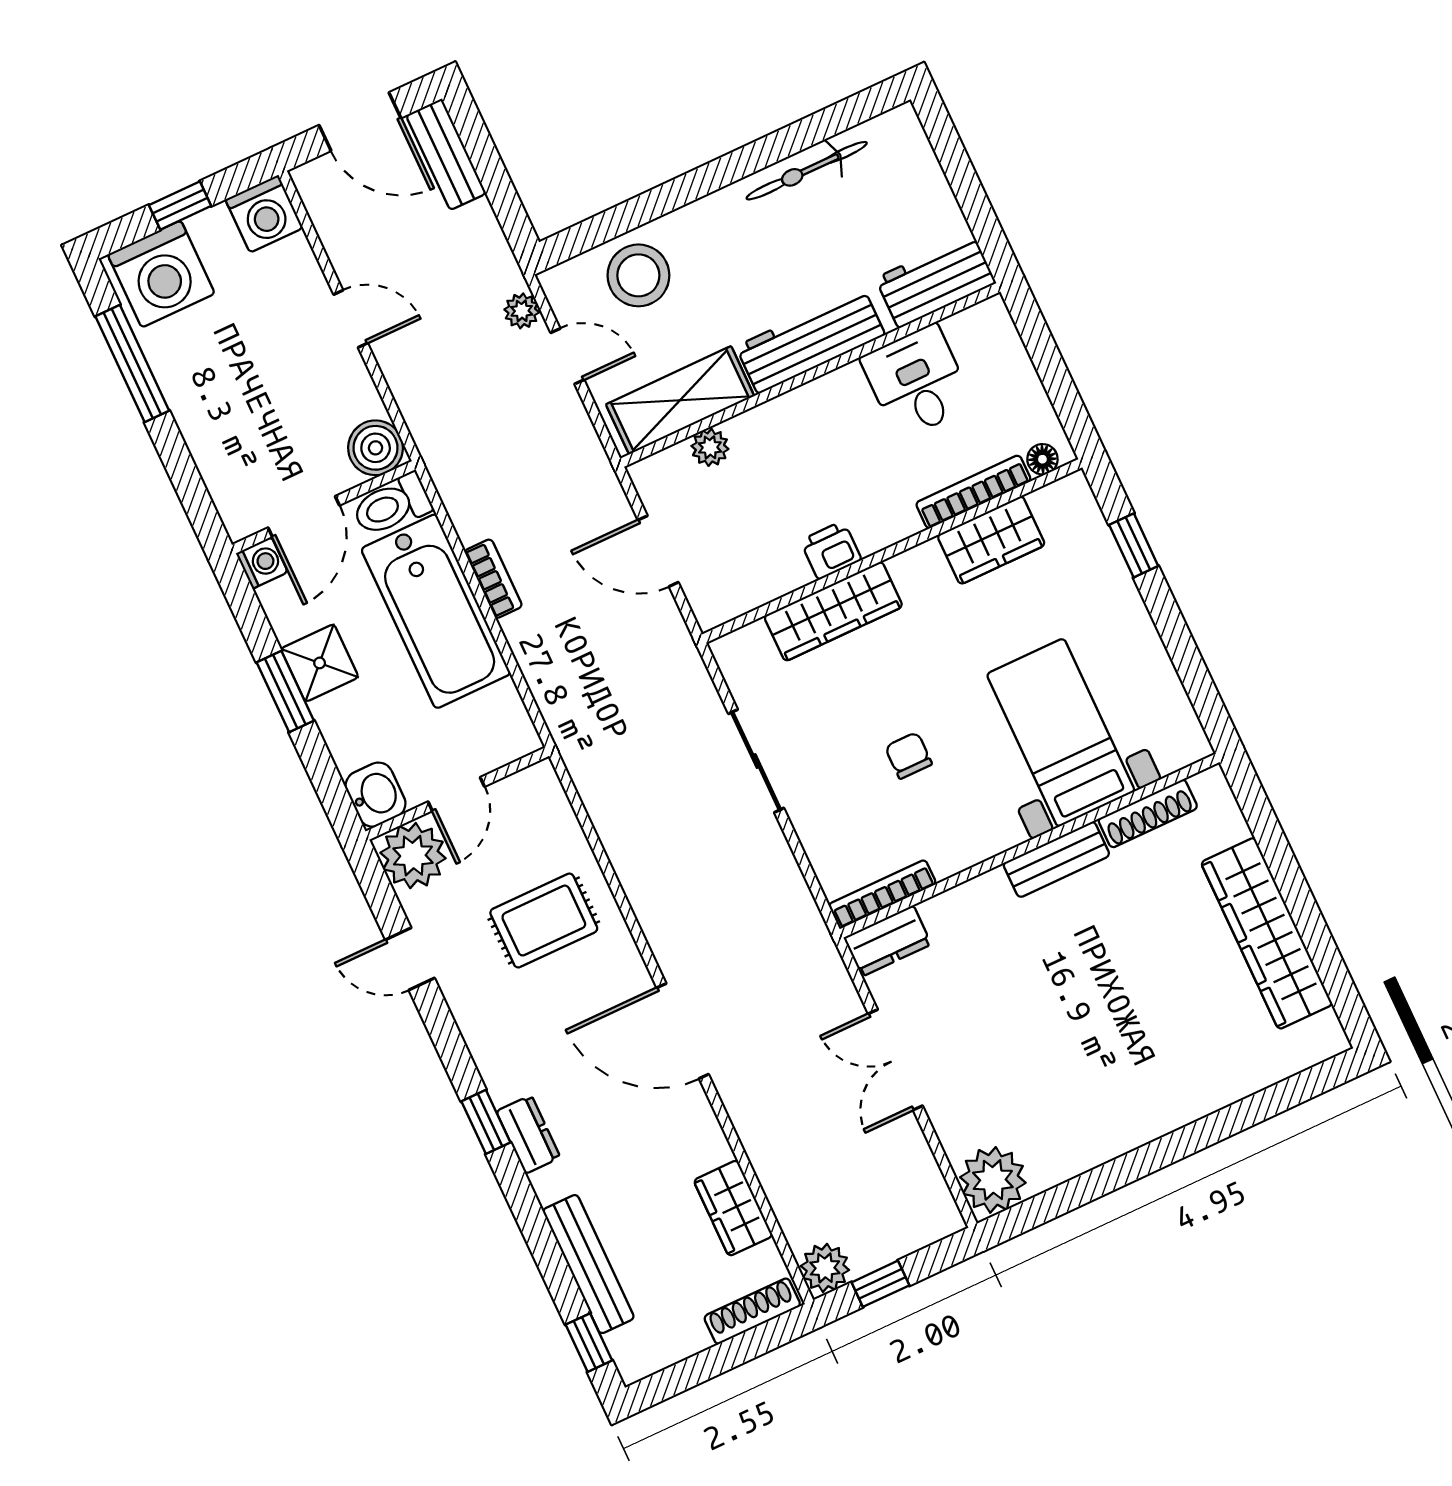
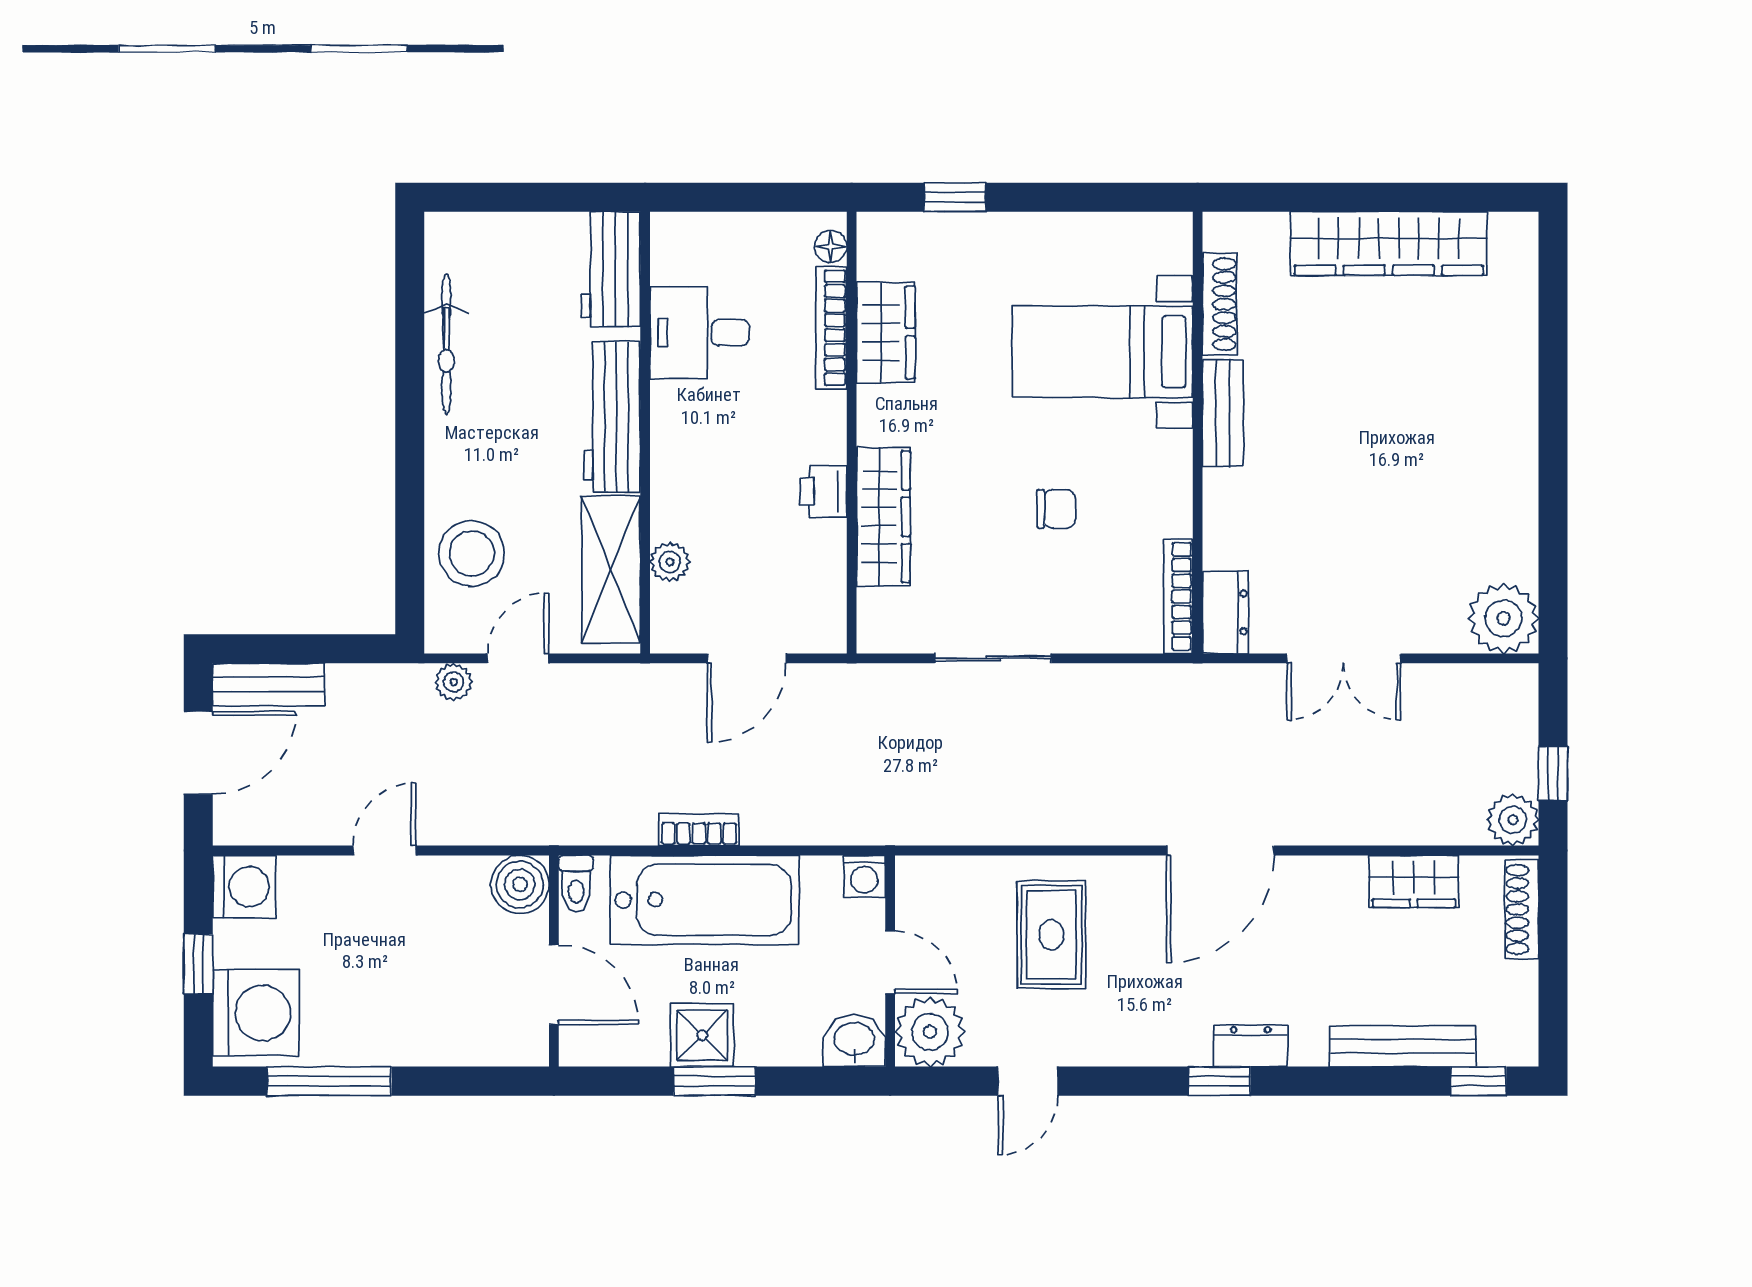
toilet: (392, 505) -> (576, 884), width x0.73, depth x0.72
washing machine: (262, 563) -> (864, 876), moved, turned 180
chair: (909, 755) -> (1056, 509), turned 180

